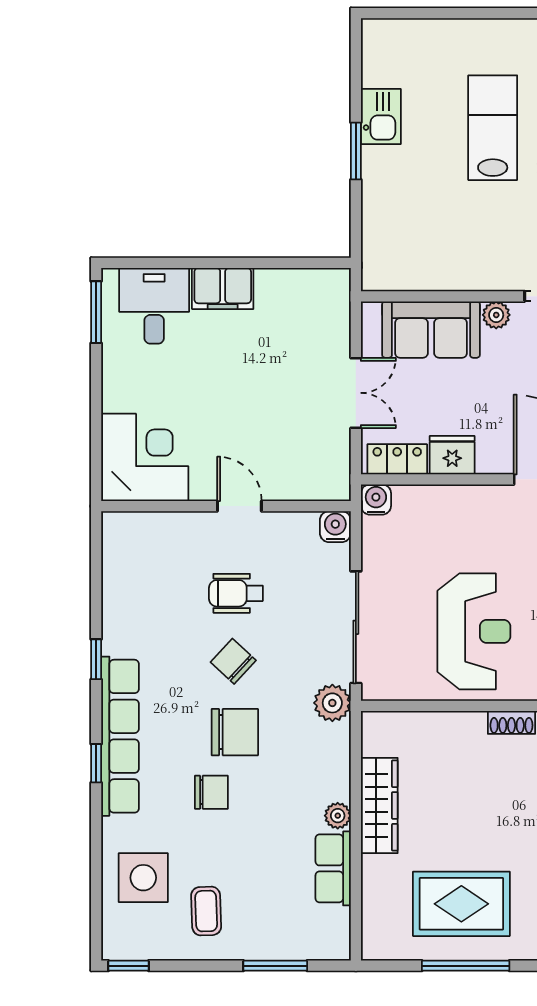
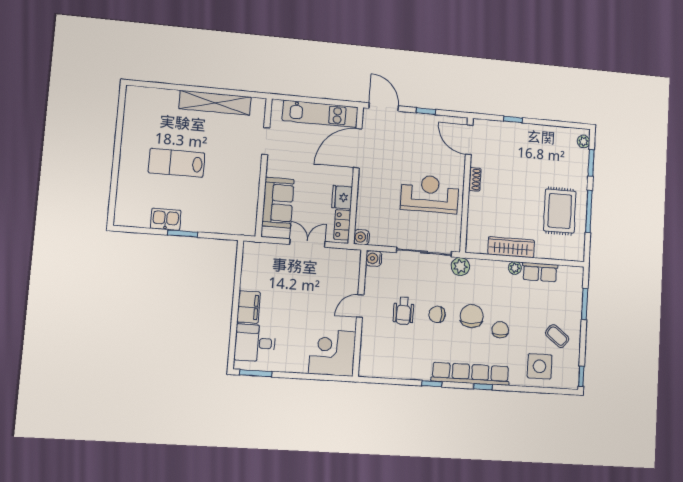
plant: (496, 315) -> (273, 169), removed
chair: (233, 661) -> (437, 314), turned 47
coffee table: (206, 911) -> (557, 336), turned 40

